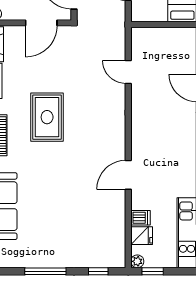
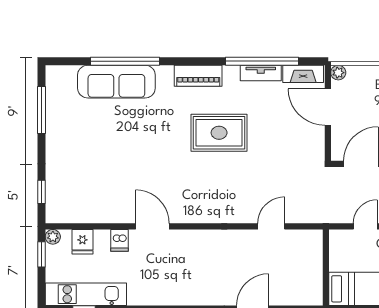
door: (41, 23) -> (328, 107), moved
dishwasher: (140, 218) -> (120, 240), moved
window: (45, 271) -> (41, 110), moved

